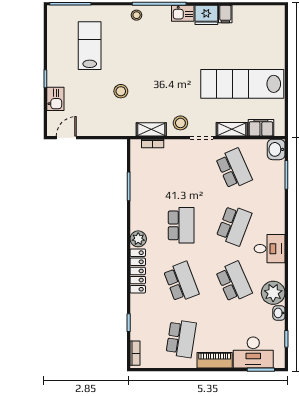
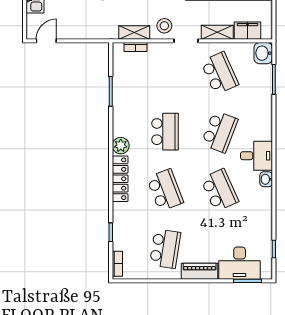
plant: (273, 293) -> (260, 201), removed
washbasin: (279, 313) -> (266, 179), moved

